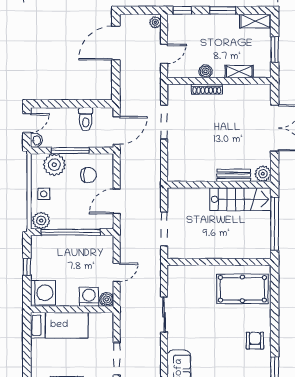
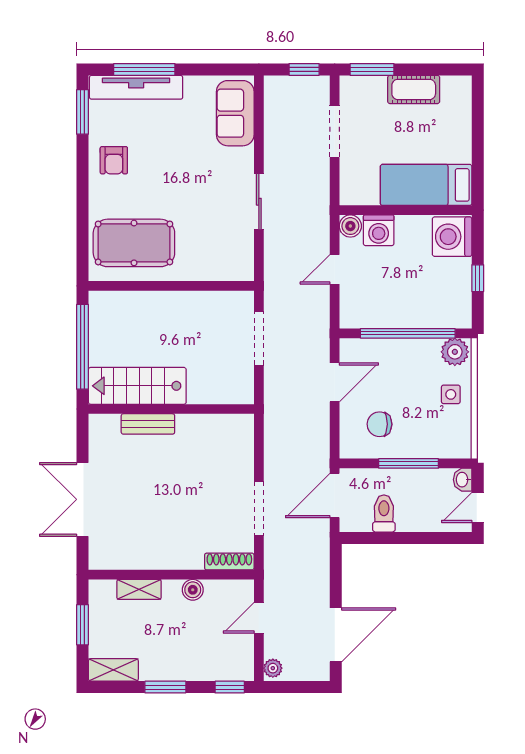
shoe rack: (207, 89) -> (229, 561), moved
plant: (54, 165) -> (434, 441), removed
plant: (263, 174) -> (101, 426), removed

